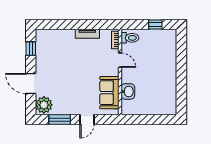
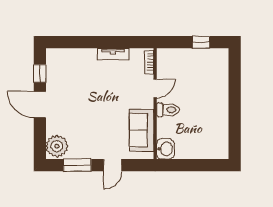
toilet: (130, 38) -> (168, 110), moved
door: (120, 60) -> (155, 88), hinge flipped
door: (31, 84) -> (40, 104), moved
washbasin: (128, 91) -> (165, 149), moved

